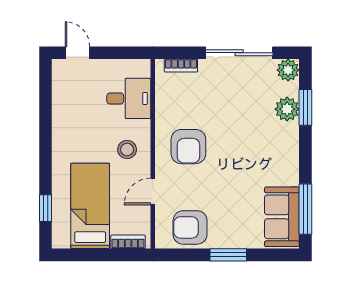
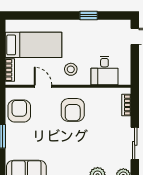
sliding door: (239, 53) -> (135, 143), width x0.73
armchair: (188, 147) -> (73, 110), turned -90
window: (45, 208) -> (89, 15), moved

